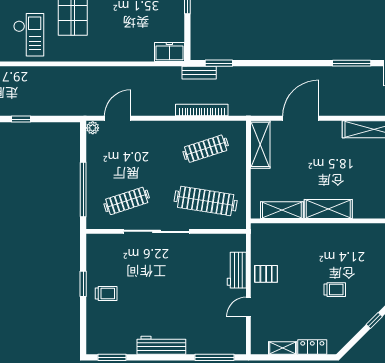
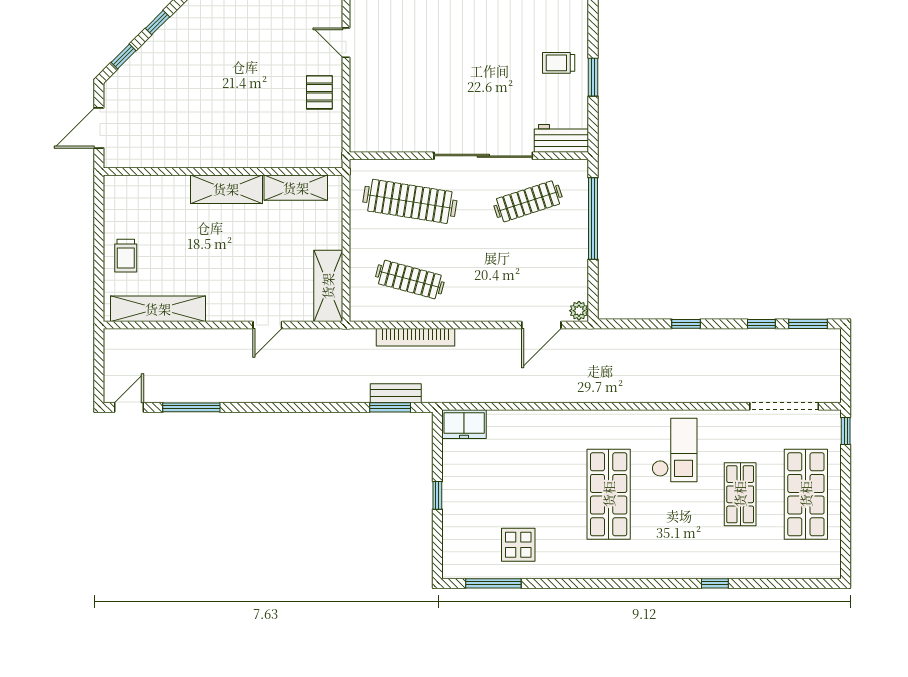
checkout: (29, 35) -> (675, 450), turned 180
bench: (199, 73) -> (396, 393), moved
door: (301, 118) -> (267, 325), width x0.53
clothes rail: (206, 149) -> (410, 279), turned 33
workbench: (237, 270) -> (561, 138), moved, turned -90
pallet: (266, 274) -> (319, 92), turned 90
trolley: (335, 290) -> (217, 69), removed
door: (248, 307) -> (346, 43), swing flipped

